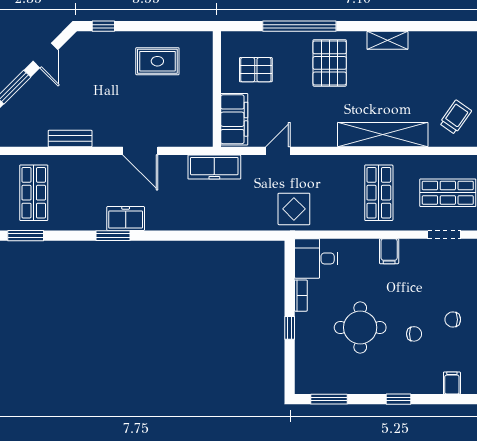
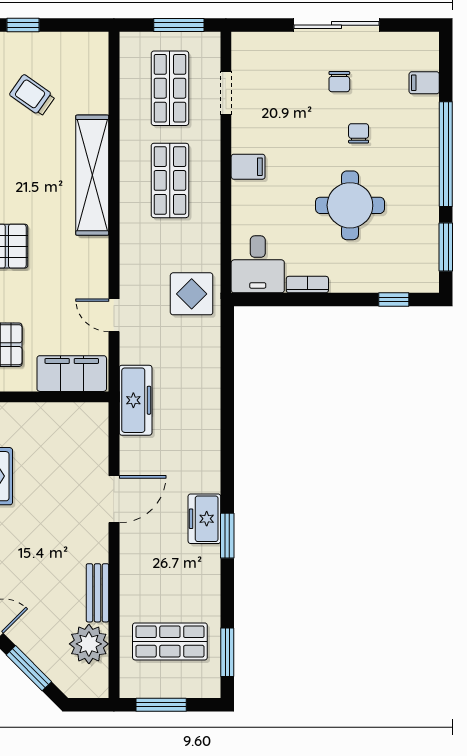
trolley: (456, 117) -> (32, 95), moved
plant: (32, 132) -> (89, 644), added
shop shelf: (379, 193) -> (170, 180), turned 90
window: (290, 328) -> (394, 300), moved
window: (398, 399) -> (446, 154), width x3.17

